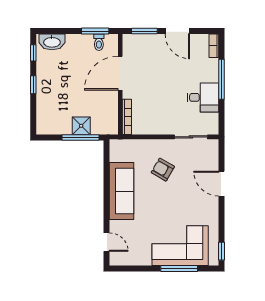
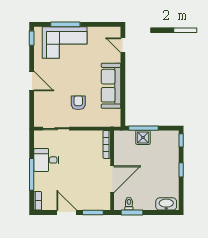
window: (33, 53) -> (181, 140), moved
armchair: (163, 170) -> (78, 103), turned -120
door: (222, 184) -> (32, 81), moved

